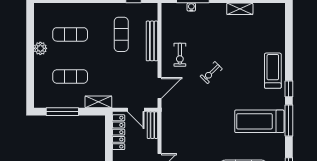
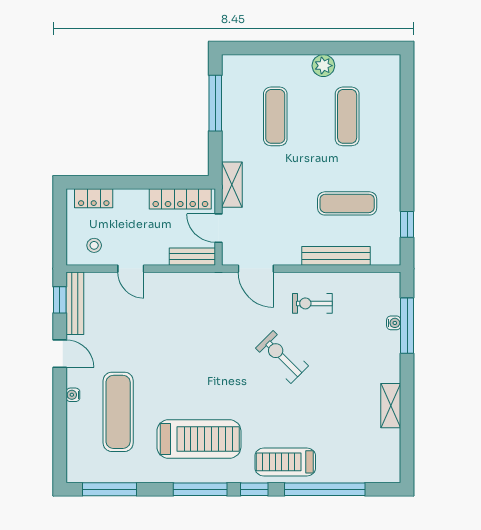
window: (289, 48) -> (325, 489), added
treadmill: (273, 71) -> (285, 462), turned 180
exercise bike: (211, 73) -> (282, 357), width x1.38, depth x1.39
shelving: (98, 102) -> (232, 185), moved
door: (136, 110) -> (218, 228), hinge flipped
treadmill: (259, 121) -> (199, 439), turned 90

